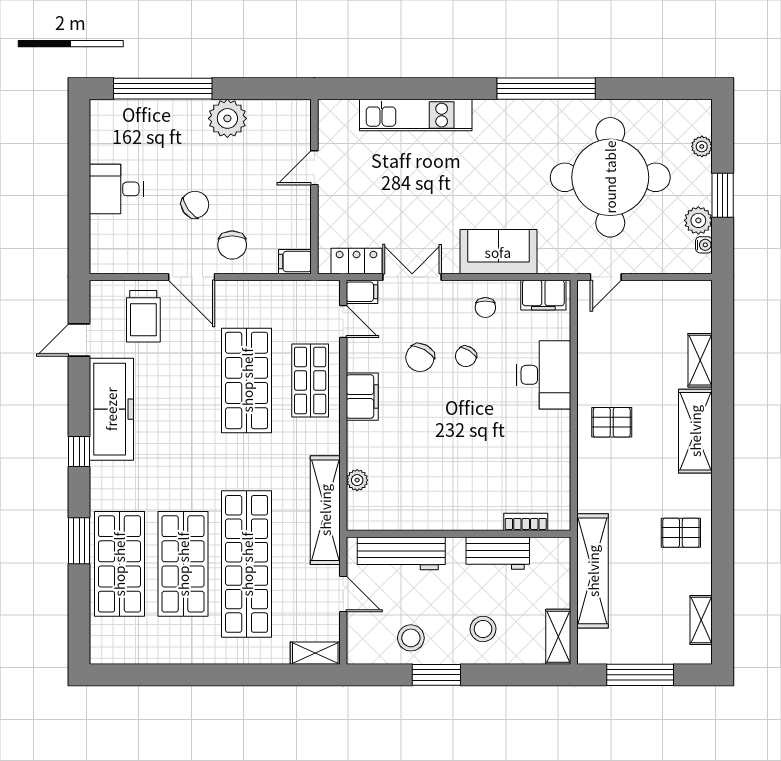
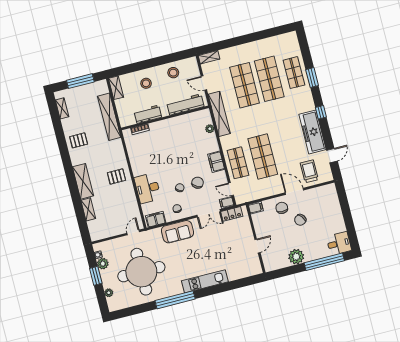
kitchen unit: (416, 115) -> (205, 281), moved
desk: (116, 189) -> (339, 243), moved
shop shelf: (119, 564) -> (294, 73), width x0.70, depth x0.74
shop shelf: (247, 564) -> (245, 85), width x0.71
window: (436, 675) -> (160, 61), removed

